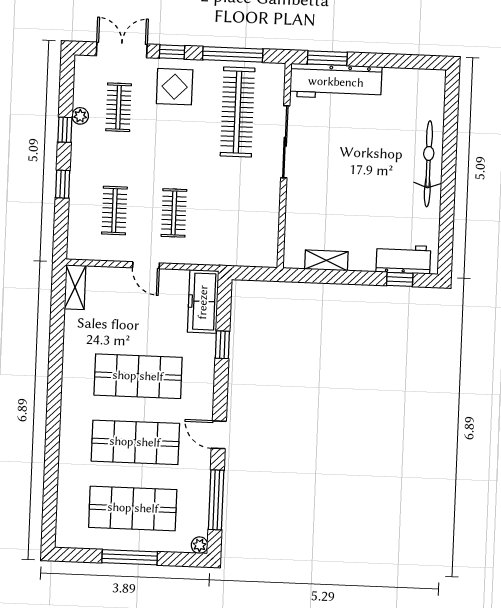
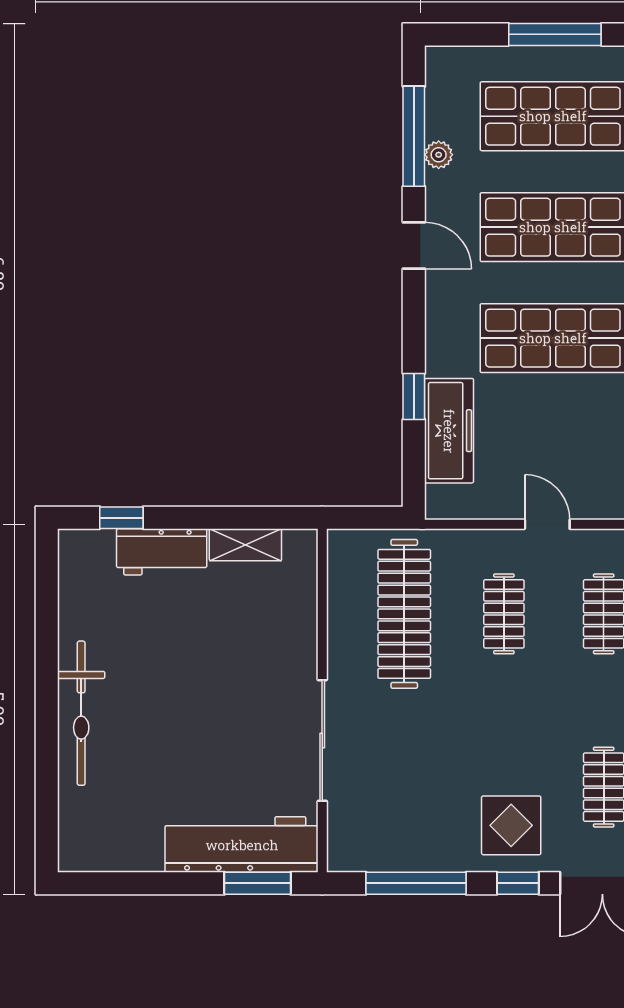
clothes rail: (238, 112) -> (404, 614), moved
workbench: (403, 259) -> (162, 552), moved
freezer: (203, 302) -> (449, 431), moved
plant: (200, 545) -> (439, 155), moved

